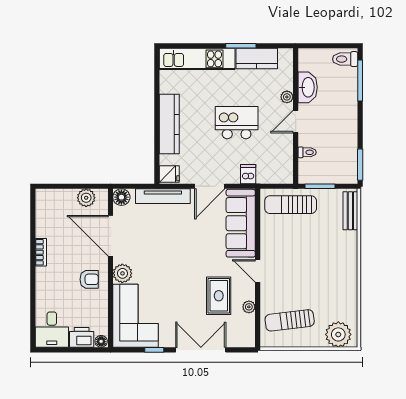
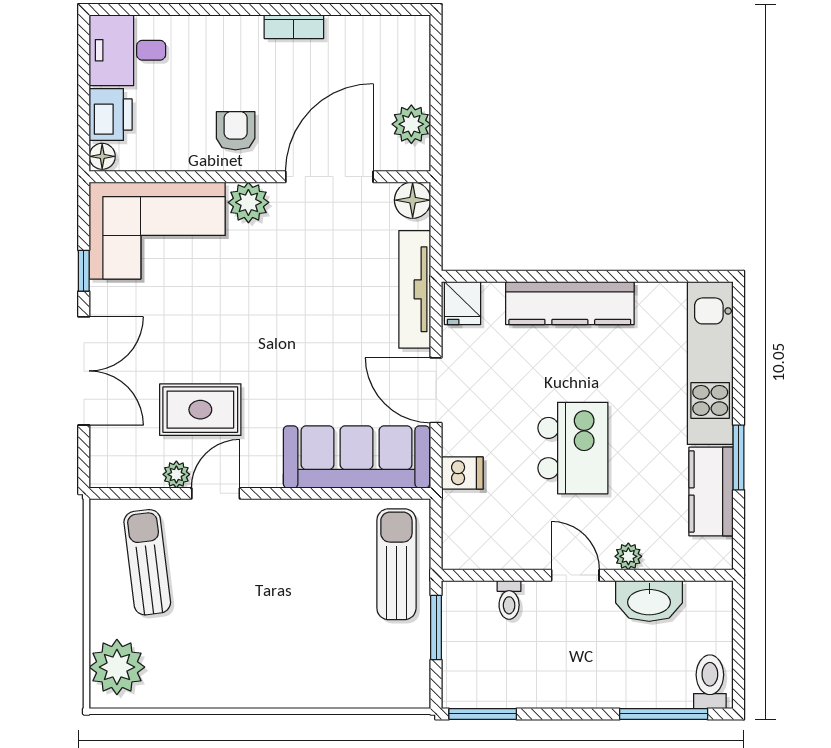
bench: (350, 211) -> (383, 693), removed
door: (258, 271) -> (216, 493), moved
armchair: (89, 279) -> (236, 131), turned 180

